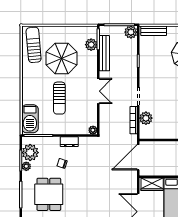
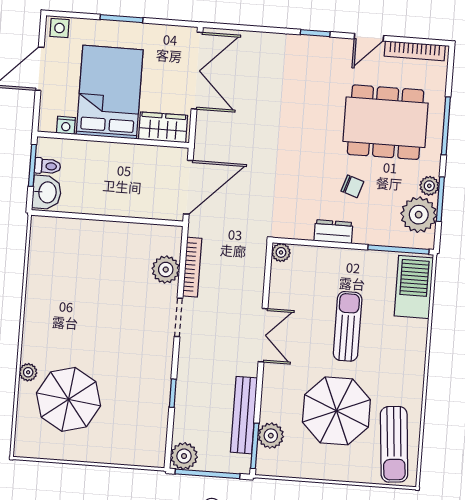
bench: (154, 31) -> (135, 455), removed
double door: (98, 91) -> (263, 335), swing flipped
dining table: (49, 194) -> (386, 122), width x1.38

